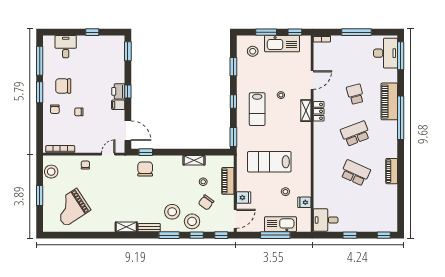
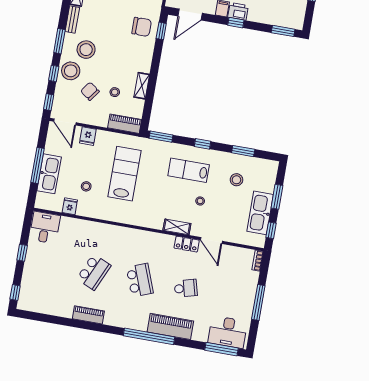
stool: (253, 51) -> (236, 180), moved
locker: (319, 111) -> (187, 244), moved
piano: (228, 181) -> (125, 124), moved

